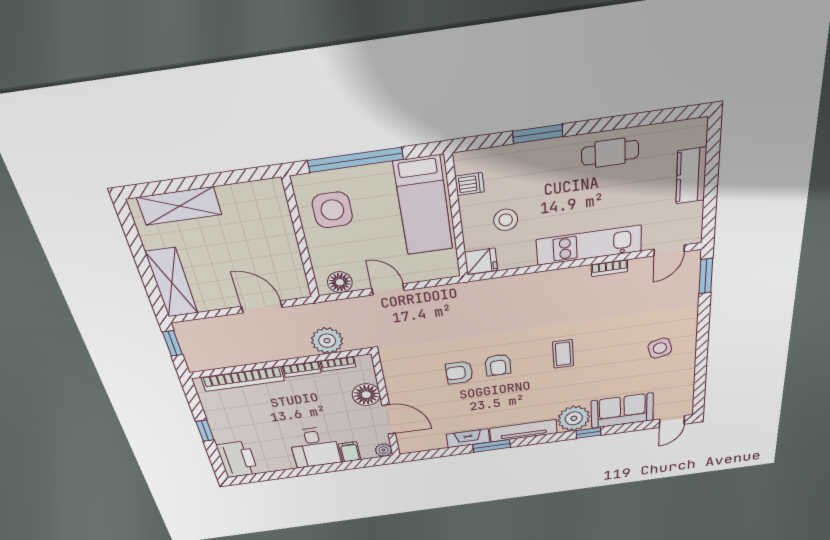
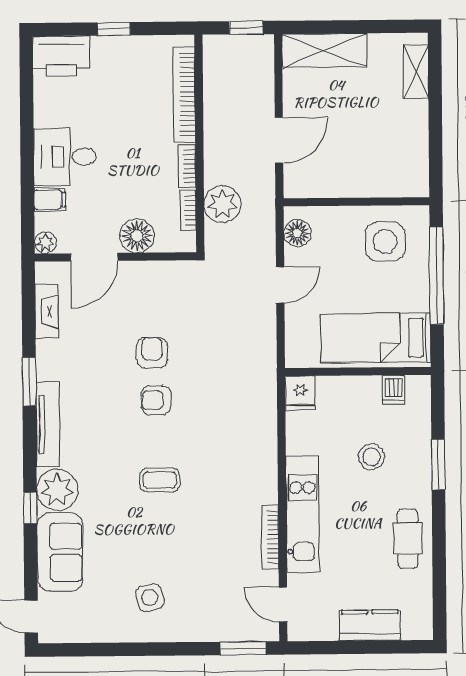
shelving: (179, 206) -> (416, 71), width x0.67, depth x0.75
stool: (506, 220) -> (372, 457), moved
bookcase: (609, 268) -> (270, 537), width x1.56
fireplace: (468, 438) -> (47, 311), moved

